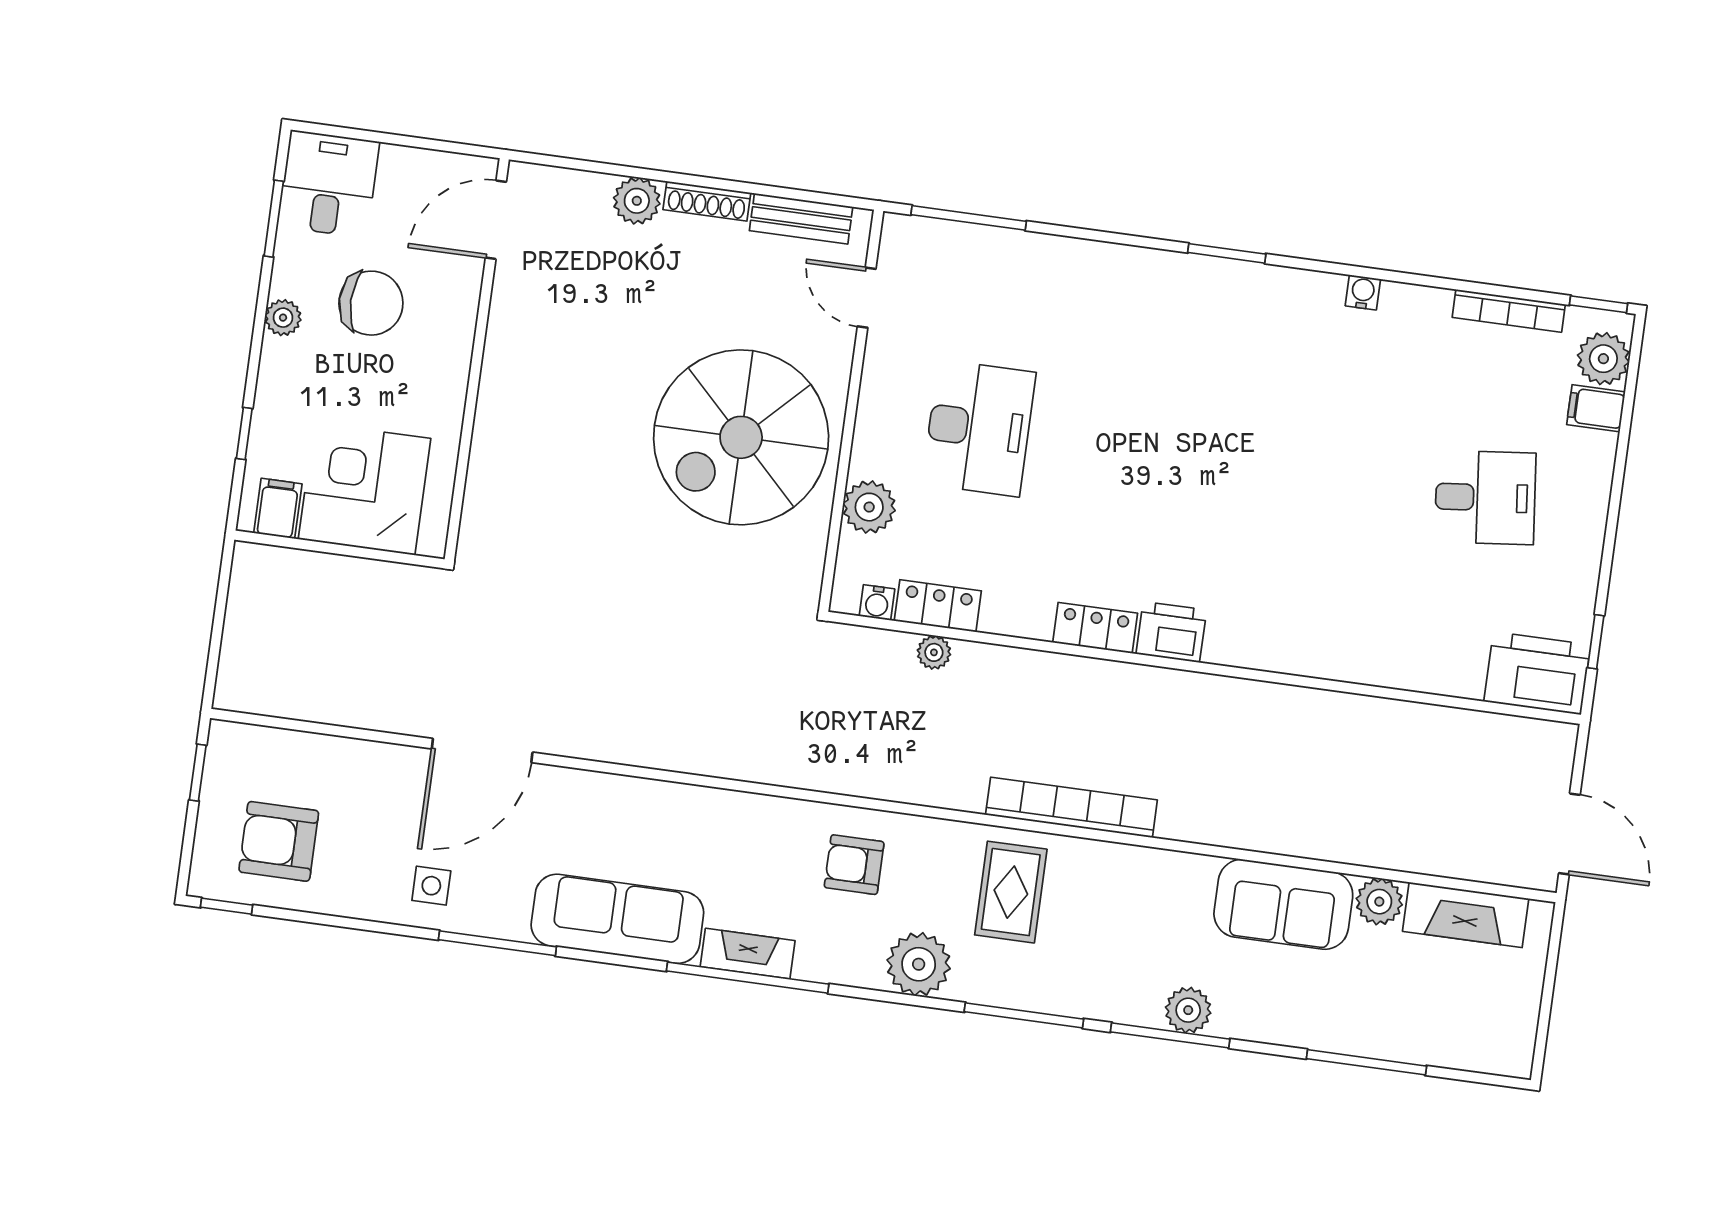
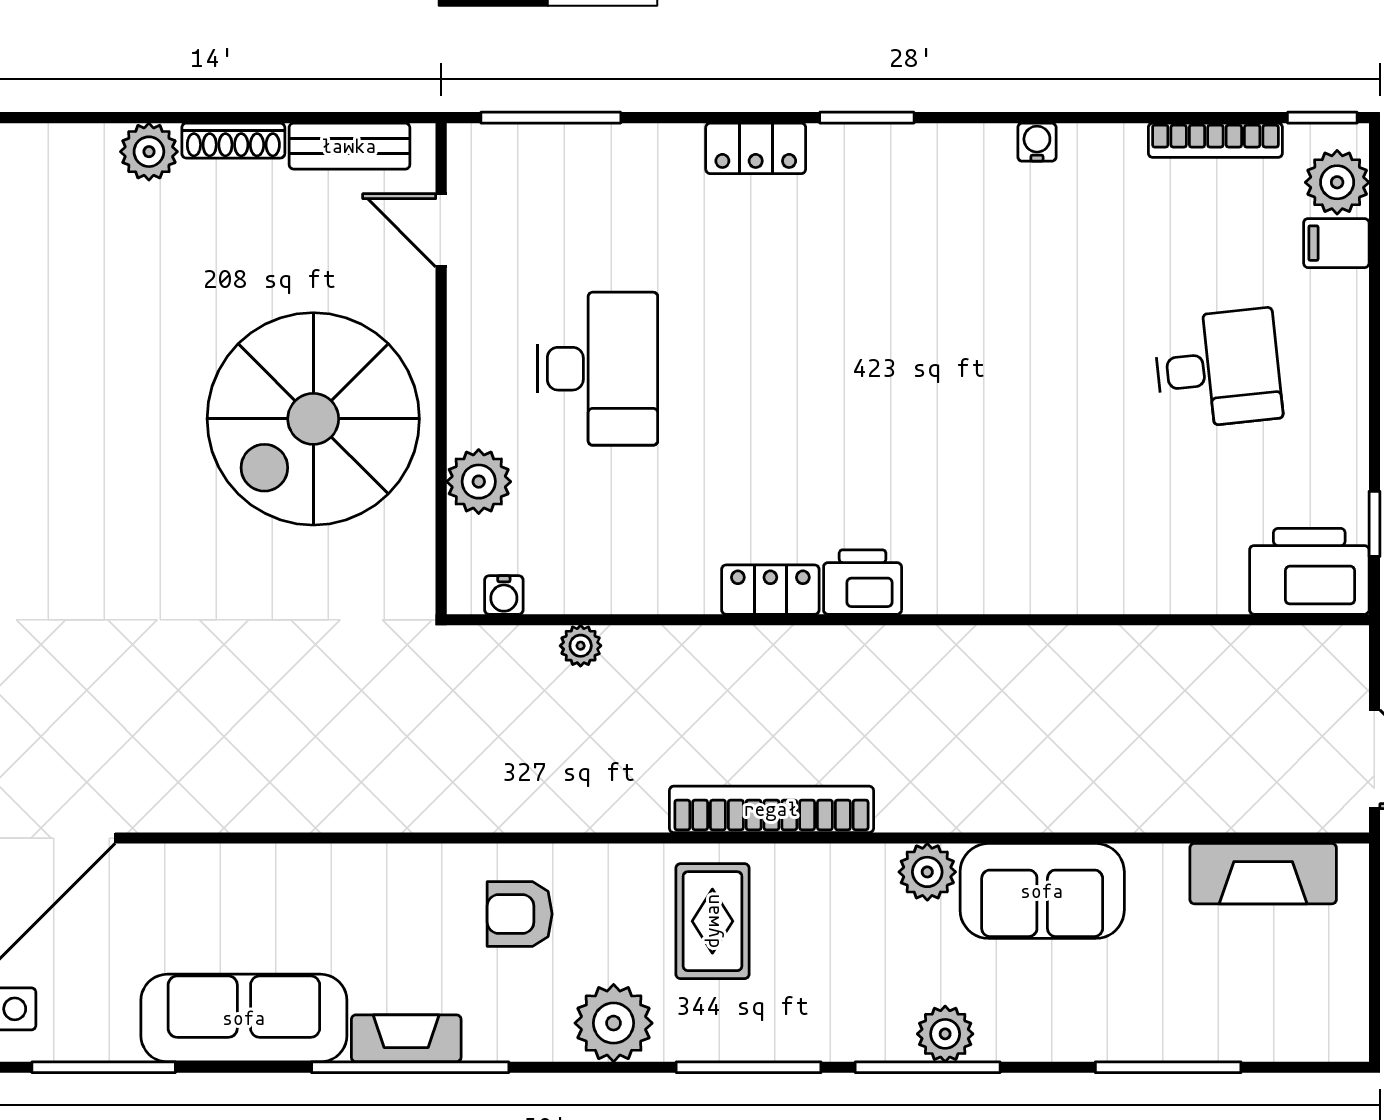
locker: (938, 606) -> (756, 148), moved, turned 180
plant: (1379, 902) -> (927, 872), moved

